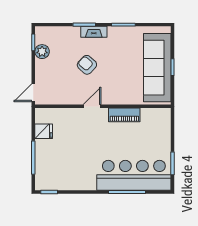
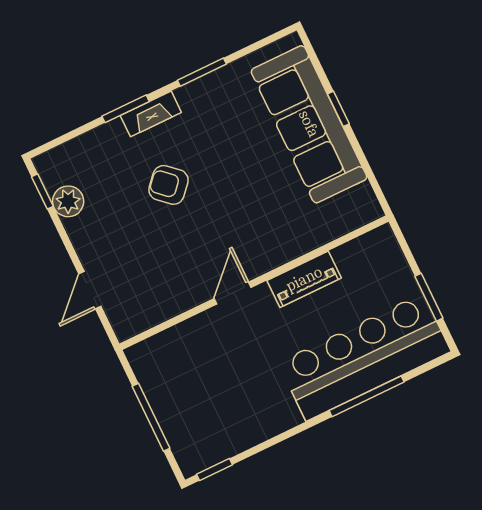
door: (92, 106) -> (233, 293), moved
wall: (103, 106) -> (254, 283), moved
piano: (124, 115) -> (304, 279), moved
fridge: (44, 131) -> (146, 356), removed

